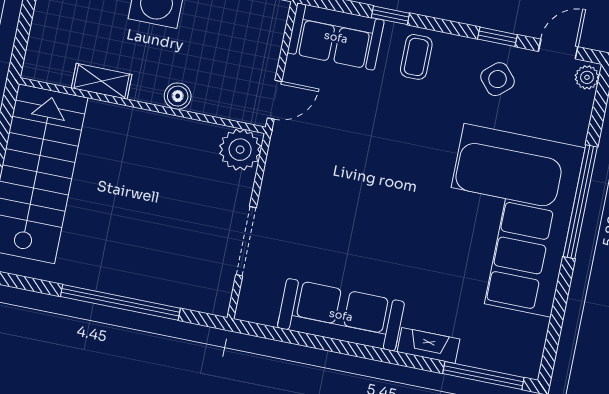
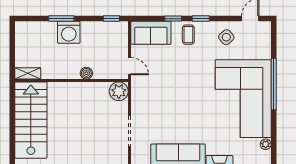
window: (497, 37) -> (201, 19), moved
plant: (587, 77) -> (266, 144), moved
shelving: (102, 81) -> (28, 73), moved
door: (275, 100) -> (130, 66), hinge flipped

